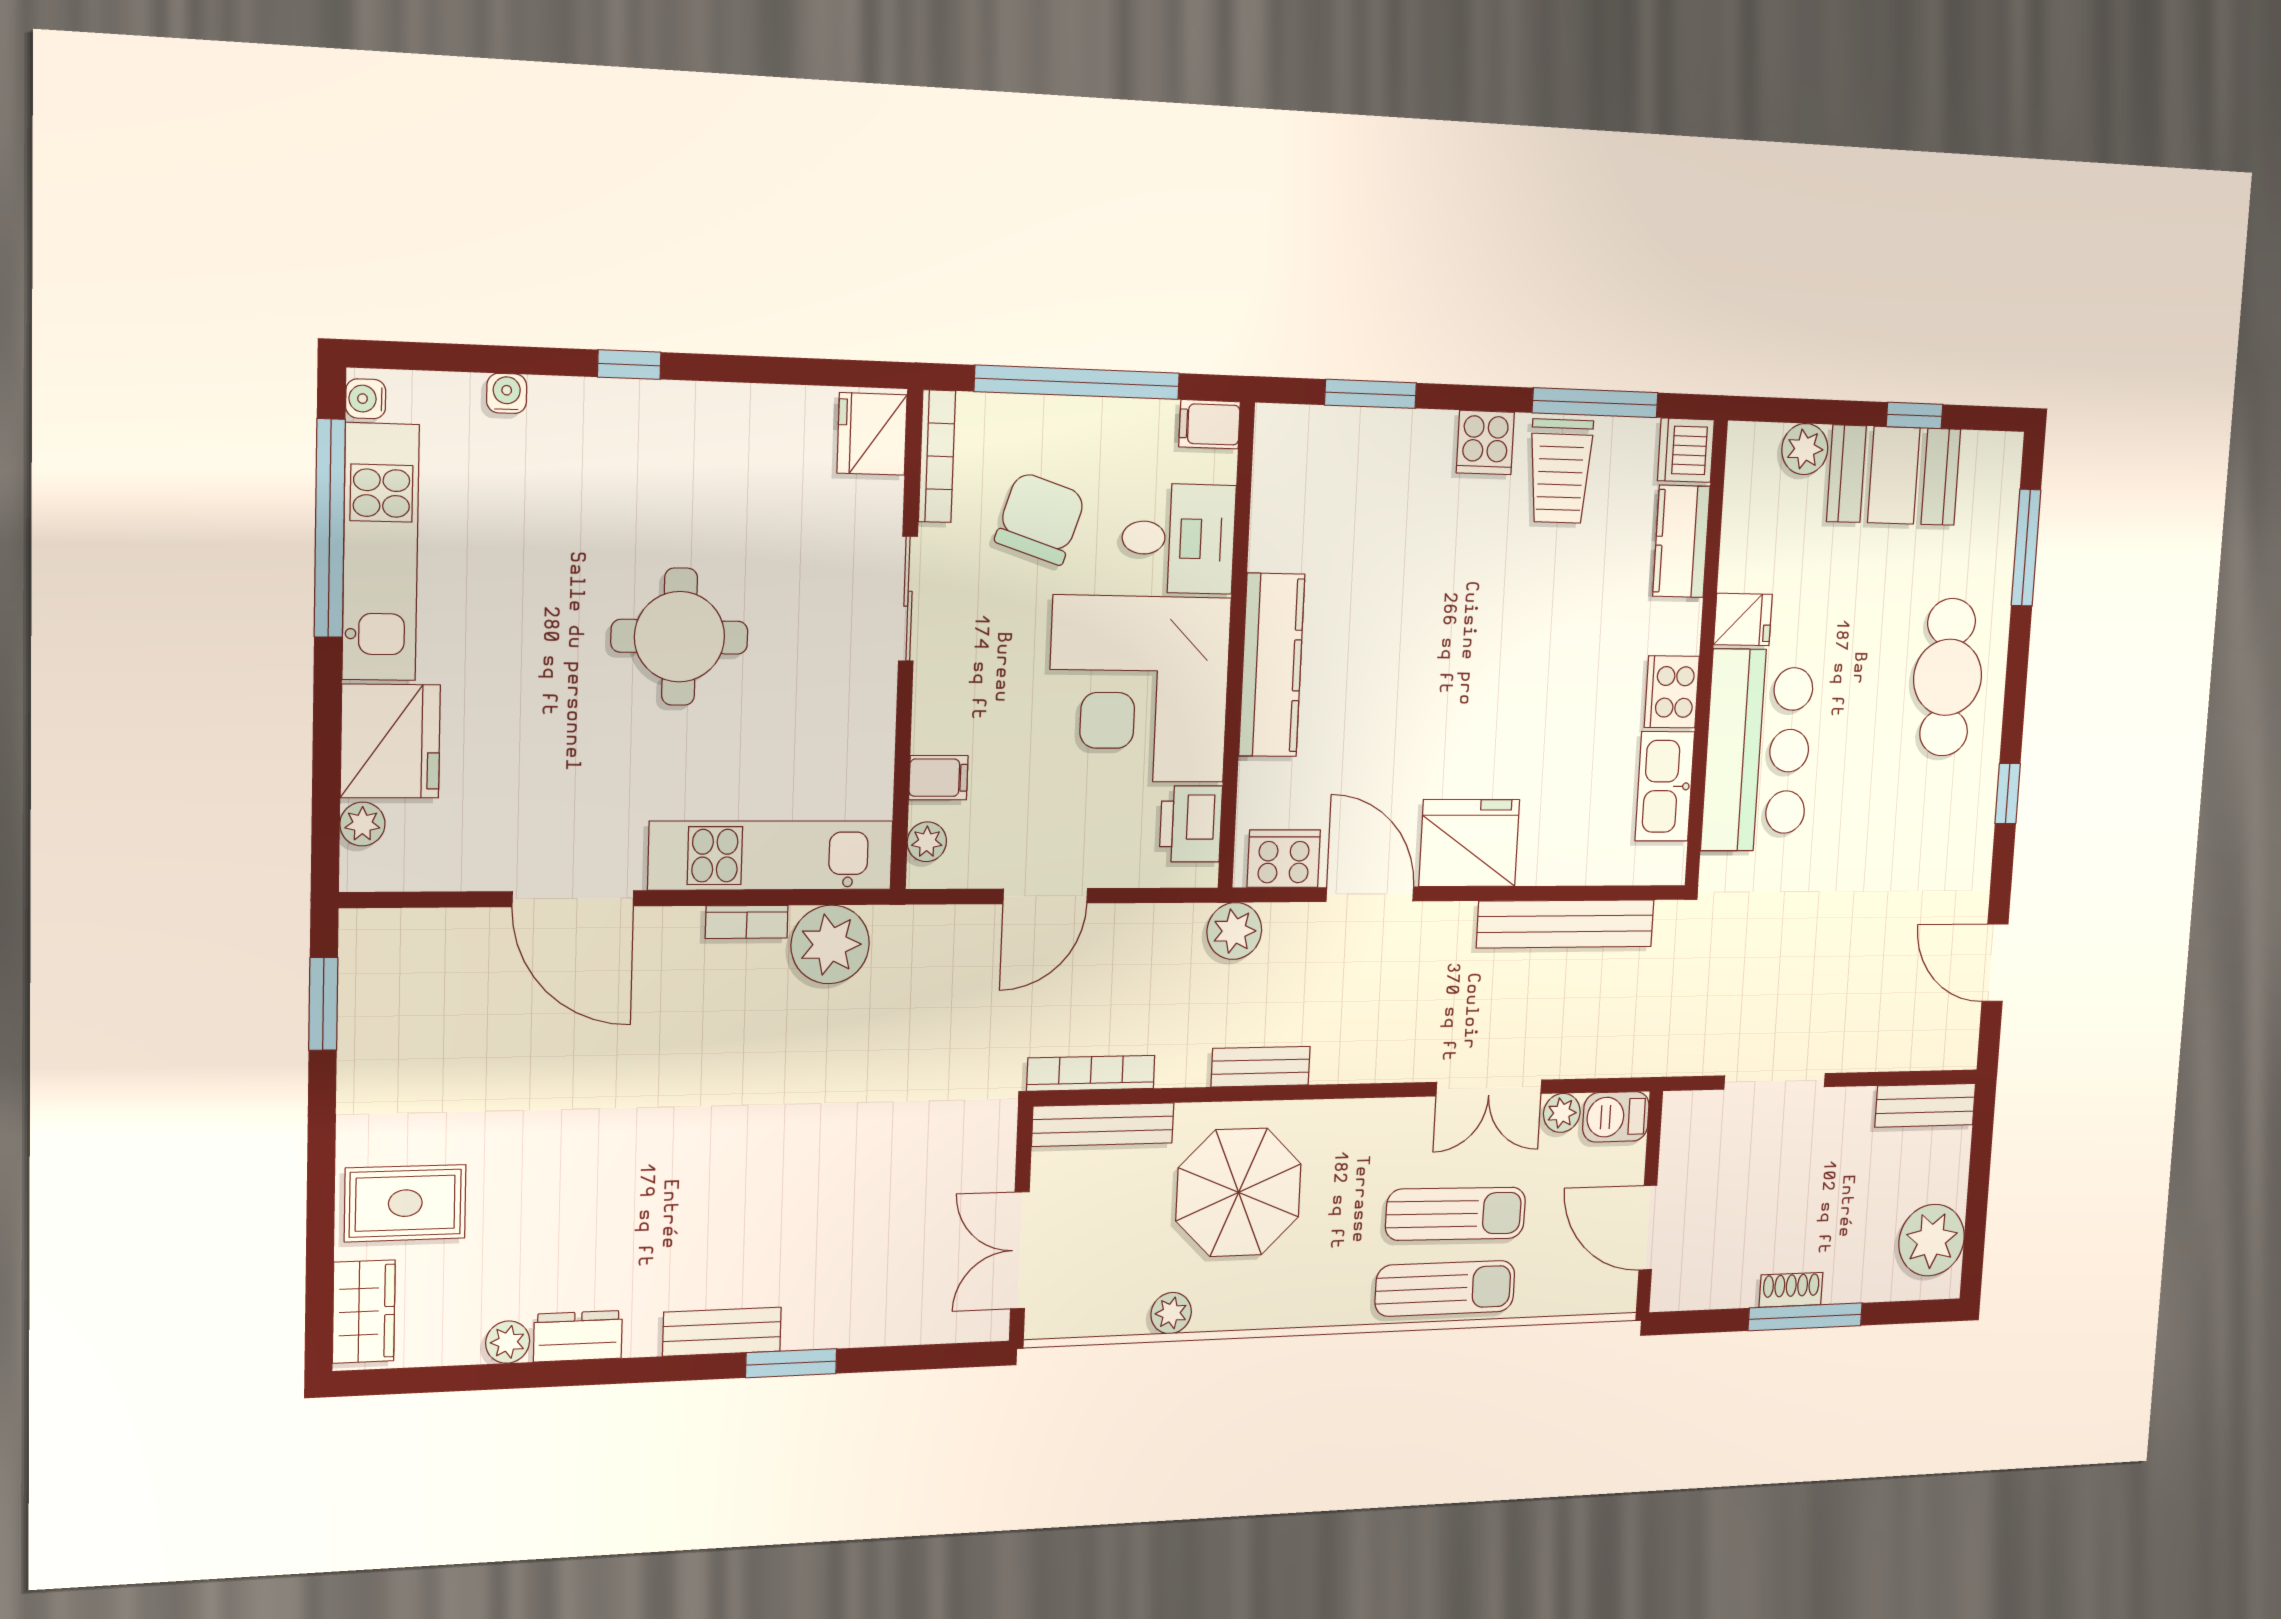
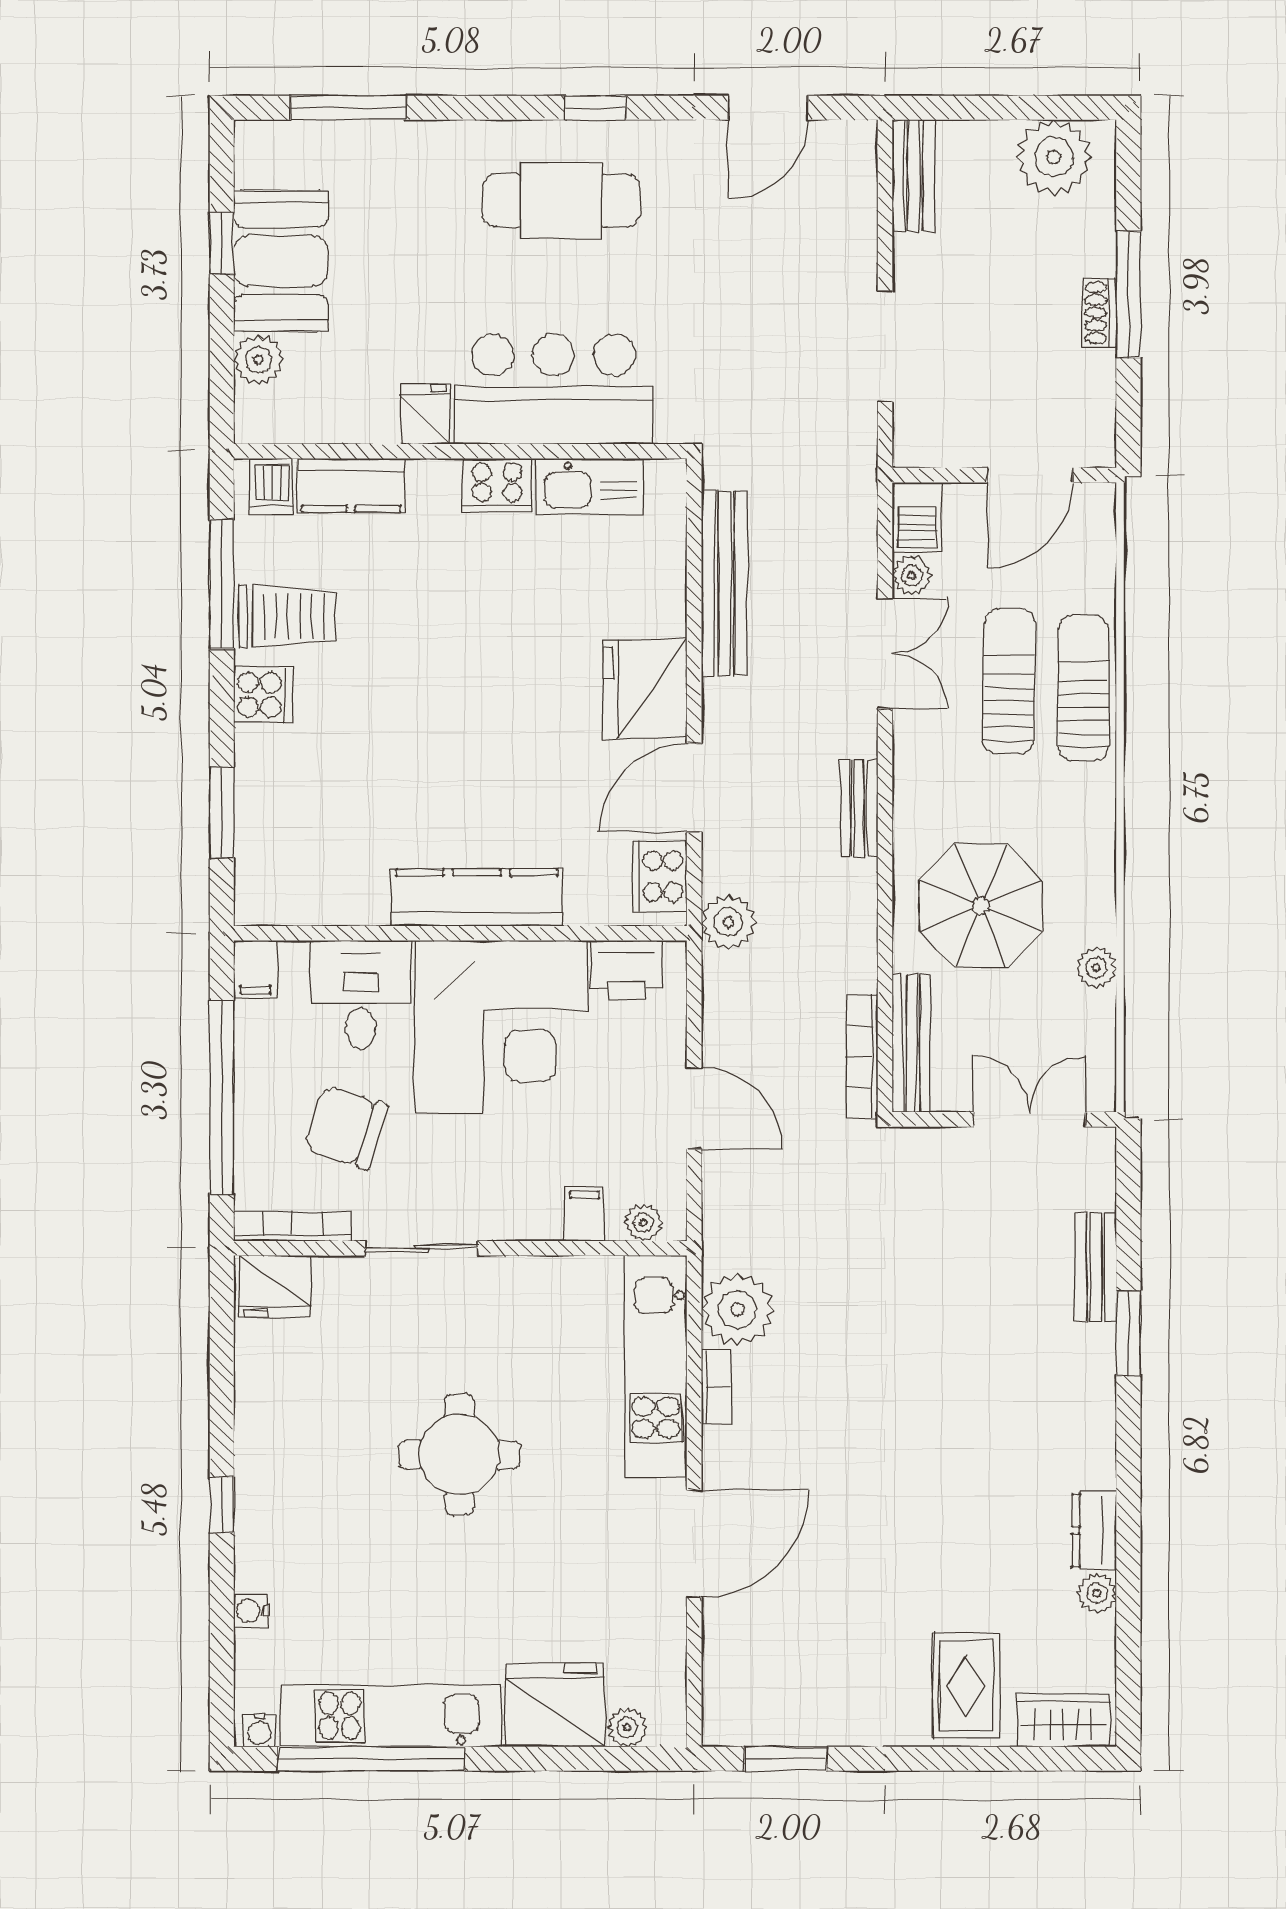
dishwasher: (1686, 450) -> (272, 486), width x0.73
cafe table: (1948, 677) -> (561, 201), moved
bench: (1261, 1067) -> (859, 808), moved
double door: (1020, 1250) -> (1030, 1119), swing flipped
bench: (722, 1332) -> (1096, 1267), moved

